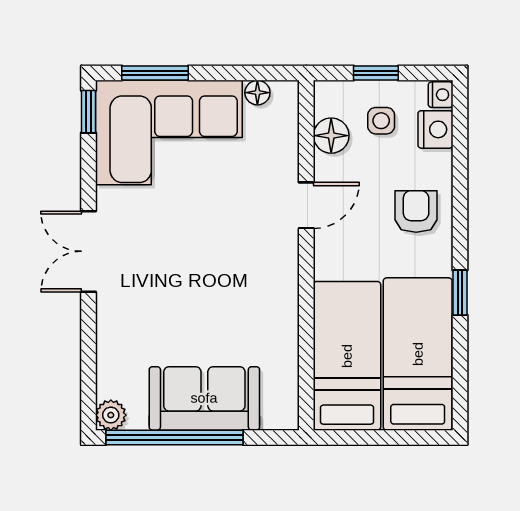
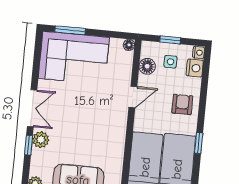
floor lamp: (257, 93) -> (129, 45), moved
window: (88, 112) -> (29, 145), moved
double door: (88, 251) -> (32, 108), swing flipped
plant: (114, 318) -> (41, 140), added

